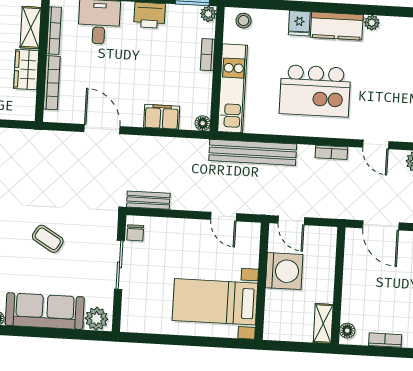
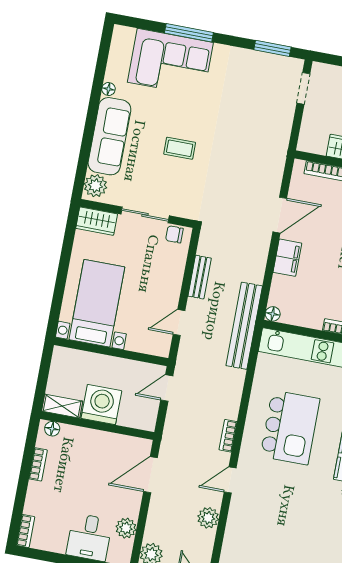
kitchen island: (315, 91) -> (290, 428), turned 180
filing cabinet: (162, 117) -> (287, 258), moved
bench: (253, 152) -> (244, 326), moved
bench: (148, 200) -> (200, 277), moved
coffee table: (48, 239) -> (180, 148), turned 59
washing machine: (284, 271) -> (101, 405), moved, turned 180
wardrobe: (132, 313) -> (97, 221), added

